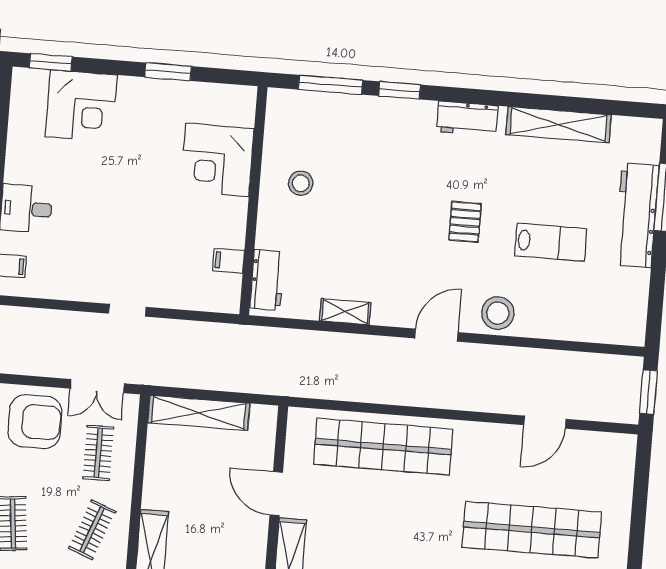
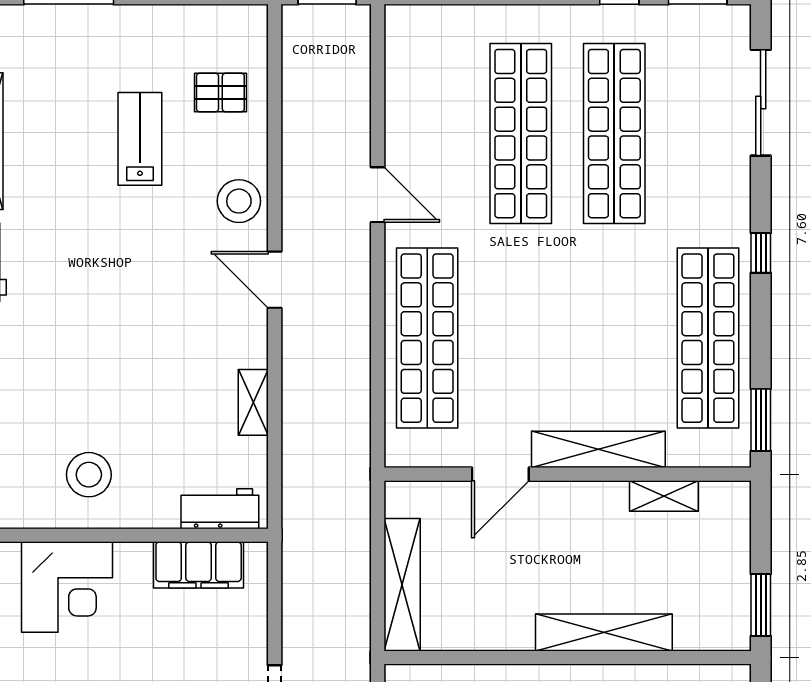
stool: (301, 183) -> (89, 475), width x1.38, depth x1.38
workbench: (637, 215) -> (95, 29), removed
pallet: (465, 222) -> (220, 93), moved
filing cabinet: (228, 261) -> (199, 565), width x3.00, depth x1.17
door: (545, 422) -> (378, 195), moved

